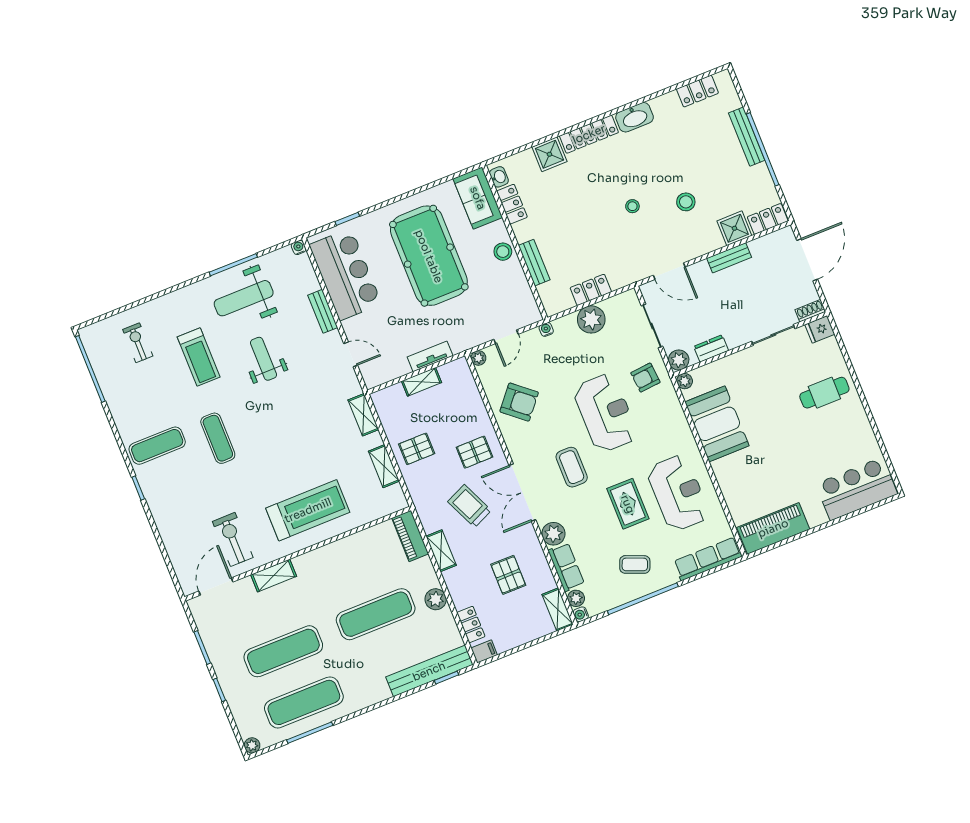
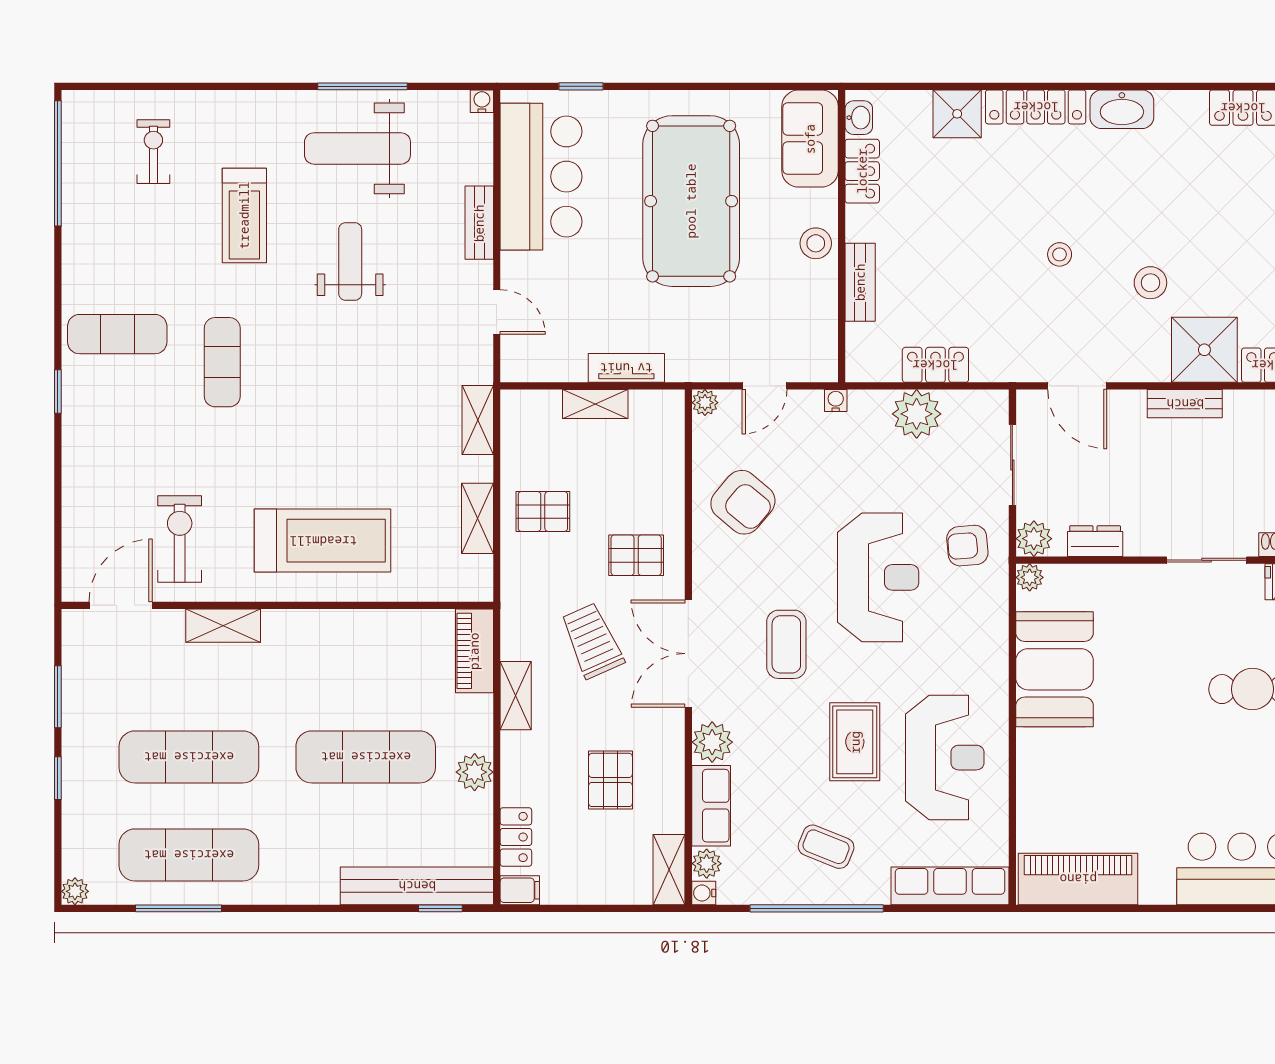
shower: (734, 228) -> (1204, 350), width x1.36, depth x1.36

